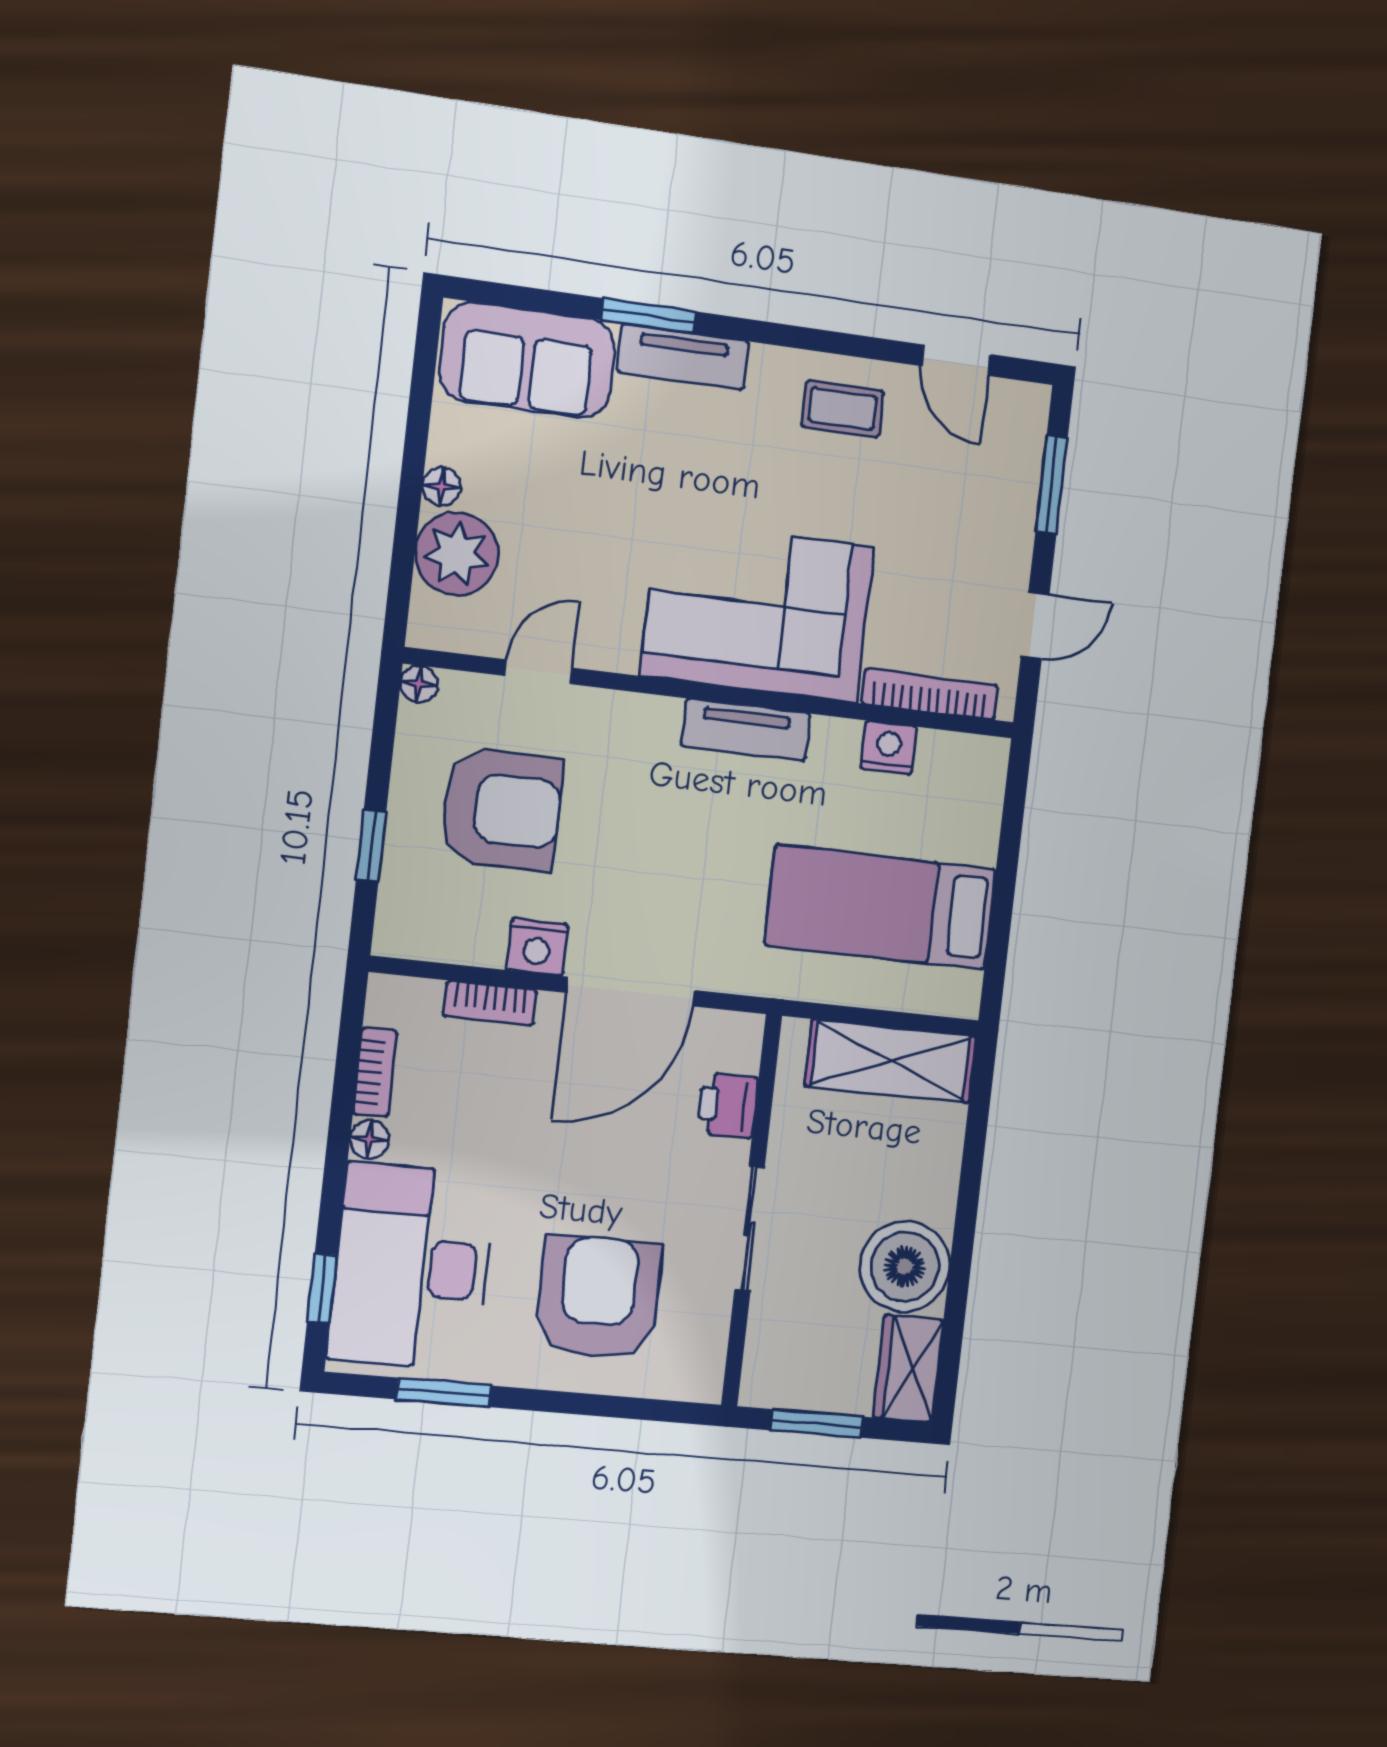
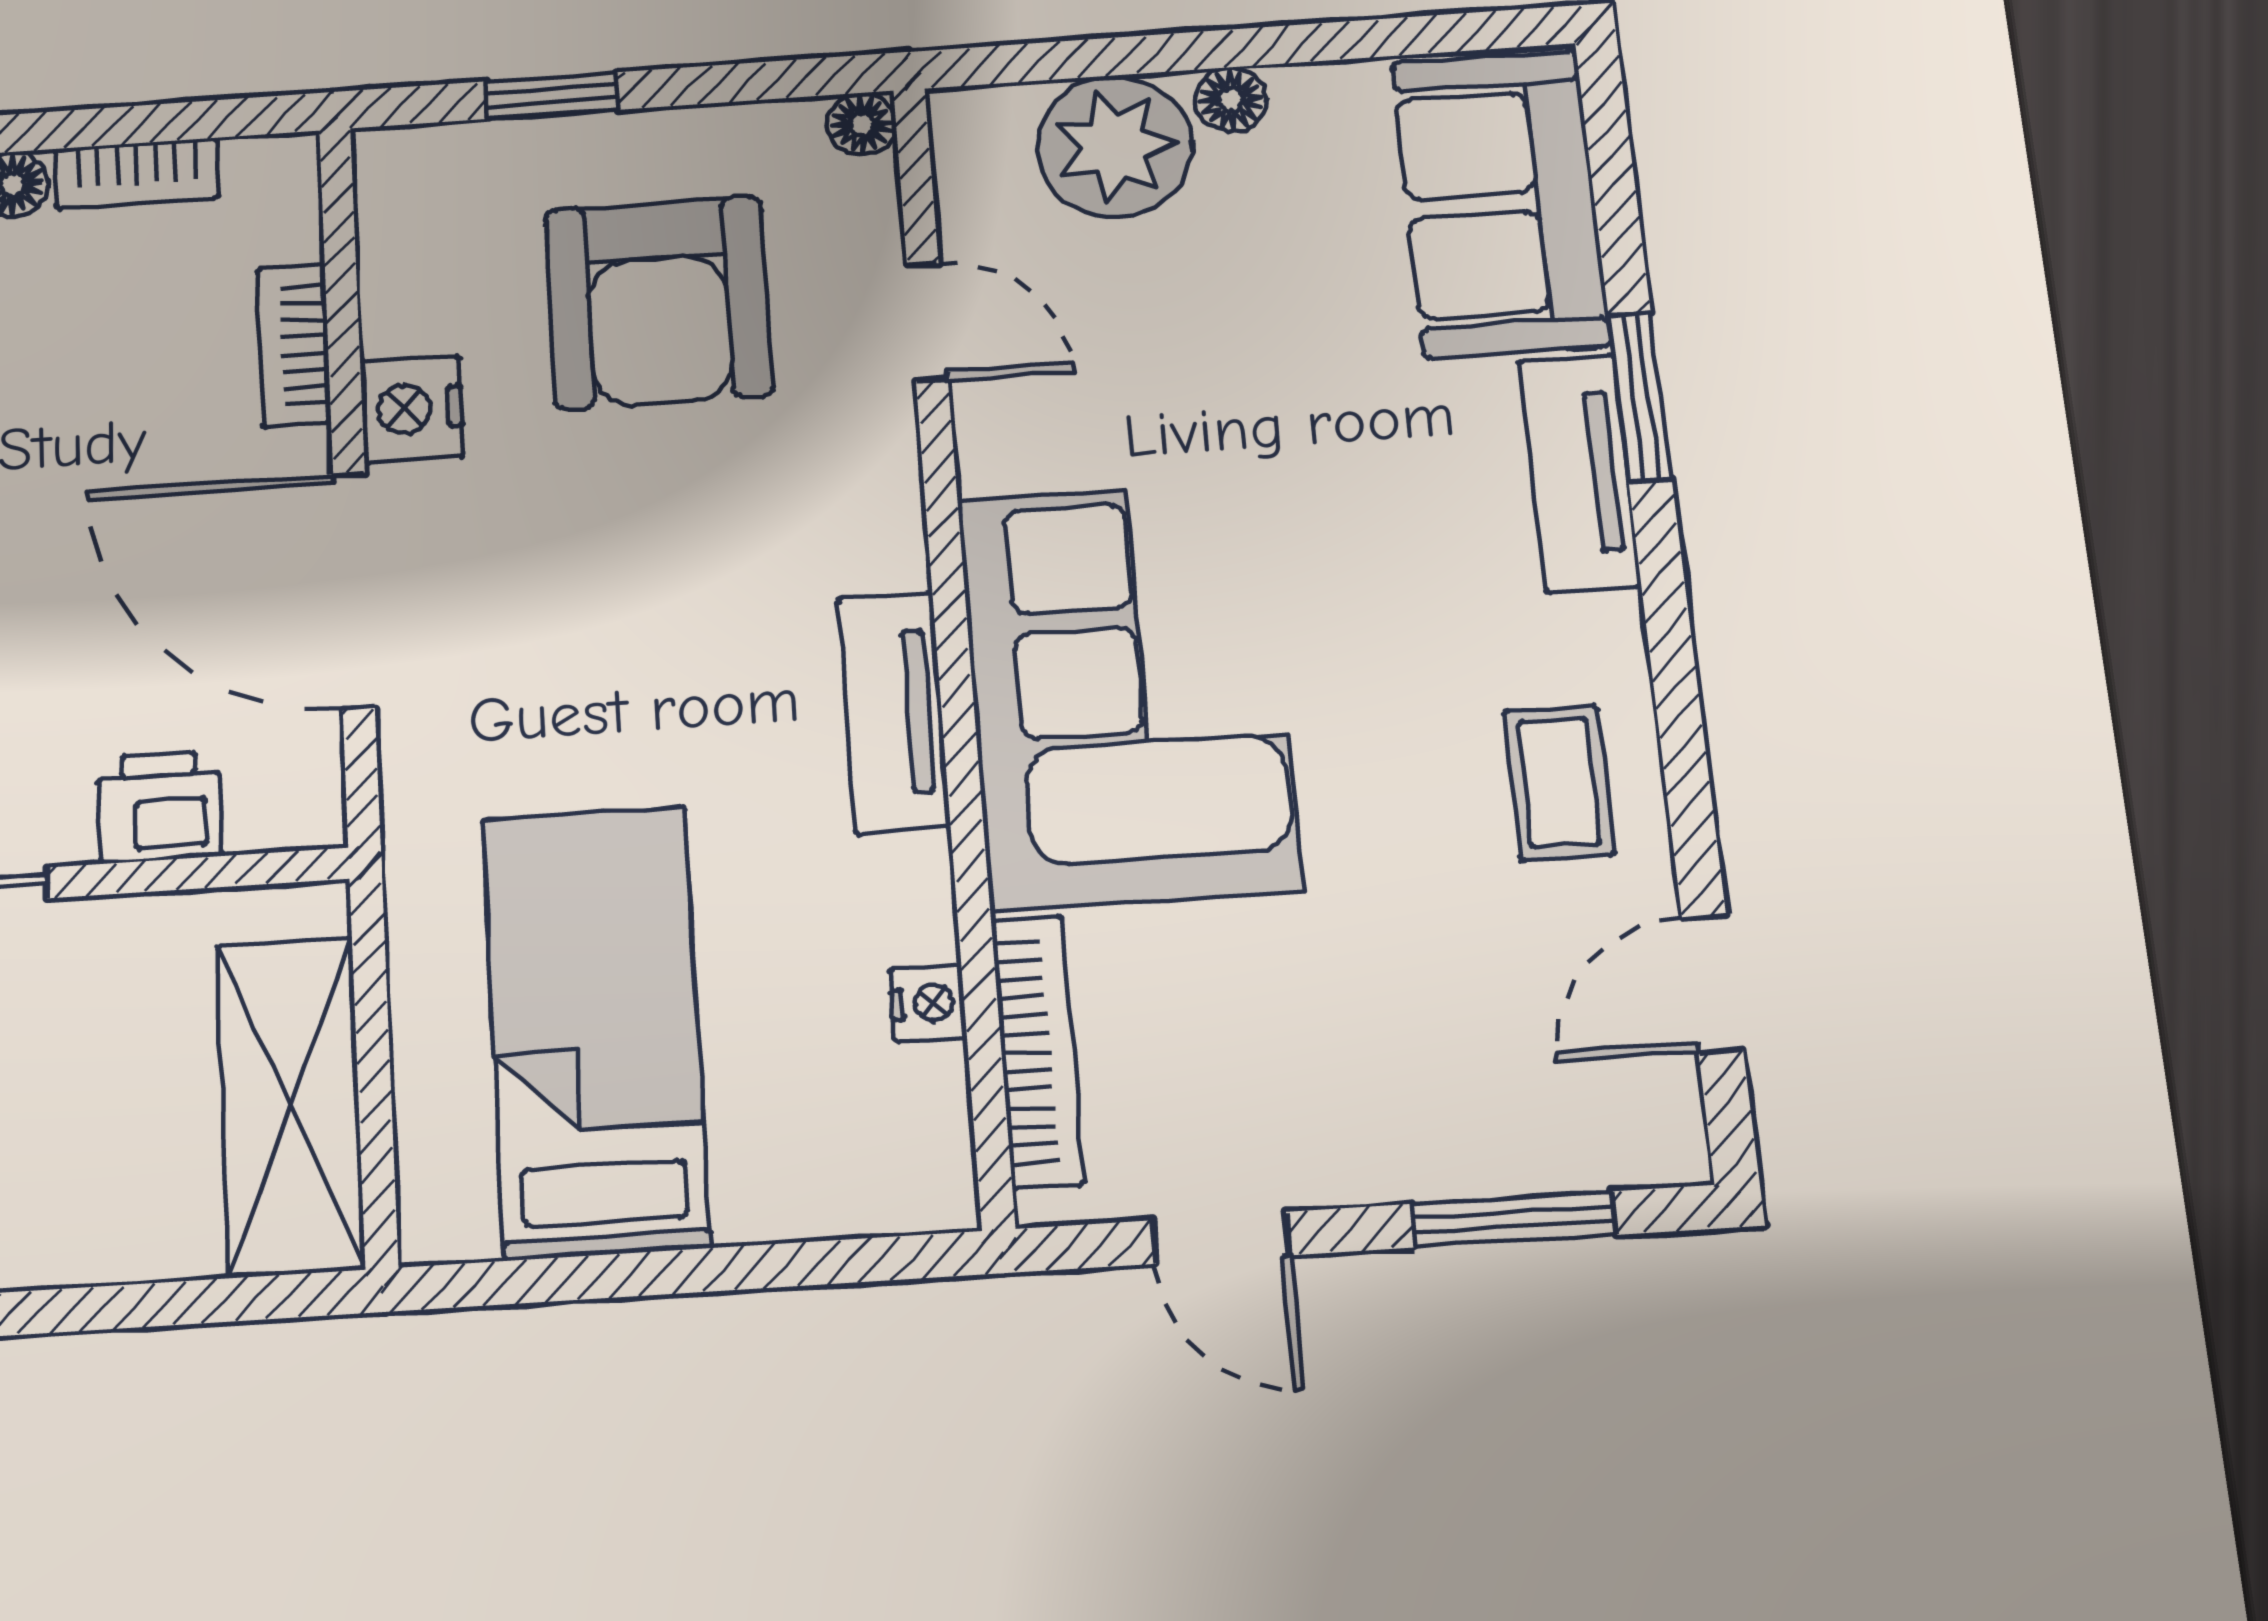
nightstand: (889, 748) -> (928, 1003), width x0.72, depth x0.74

